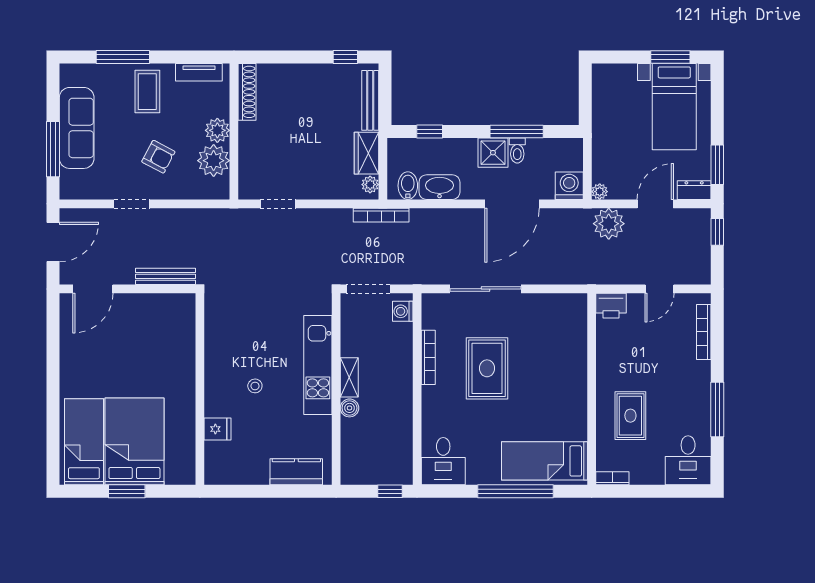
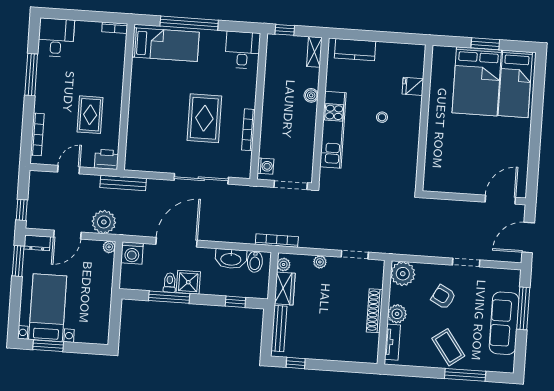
tv unit: (199, 72) -> (392, 342), moved, turned 90
coffee table: (147, 92) -> (448, 347), turned -36
shoe rack: (247, 92) -> (375, 311), moved
plant: (214, 161) -> (403, 274), moved
plant: (323, 191) -> (320, 262), added
bench: (165, 276) -> (123, 183), moved
shelving: (349, 377) -> (314, 52), moved
rug: (630, 416) -> (90, 115), moved

